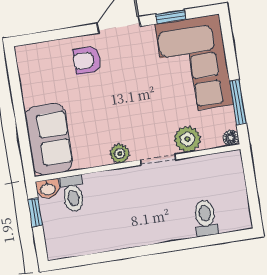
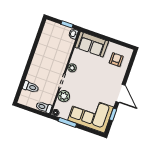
armchair: (87, 60) -> (116, 60), moved
toilet: (73, 193) -> (44, 107), moved

